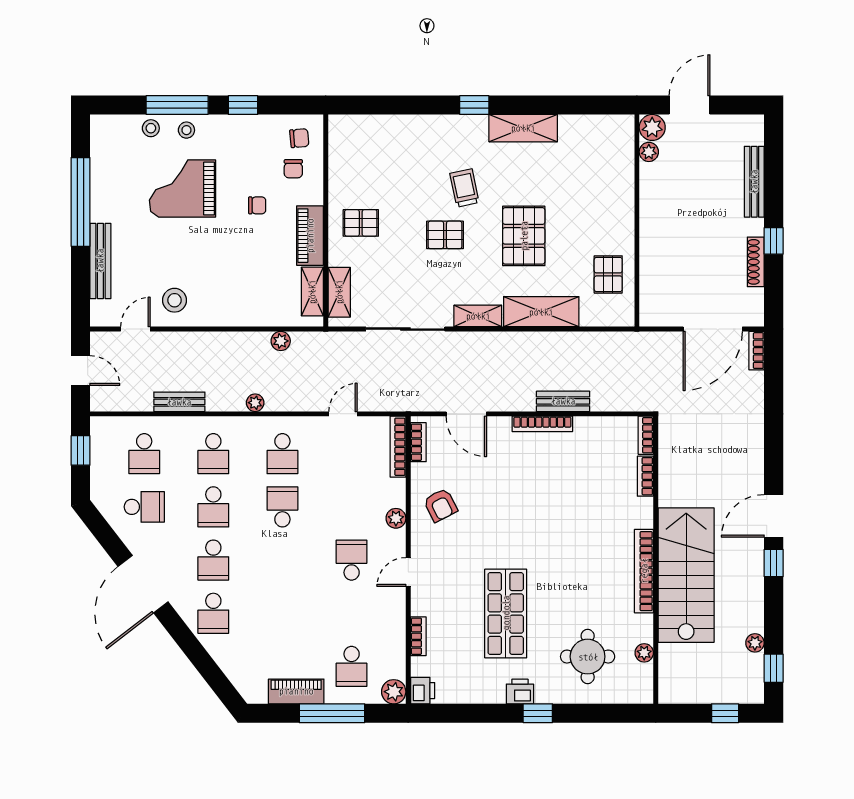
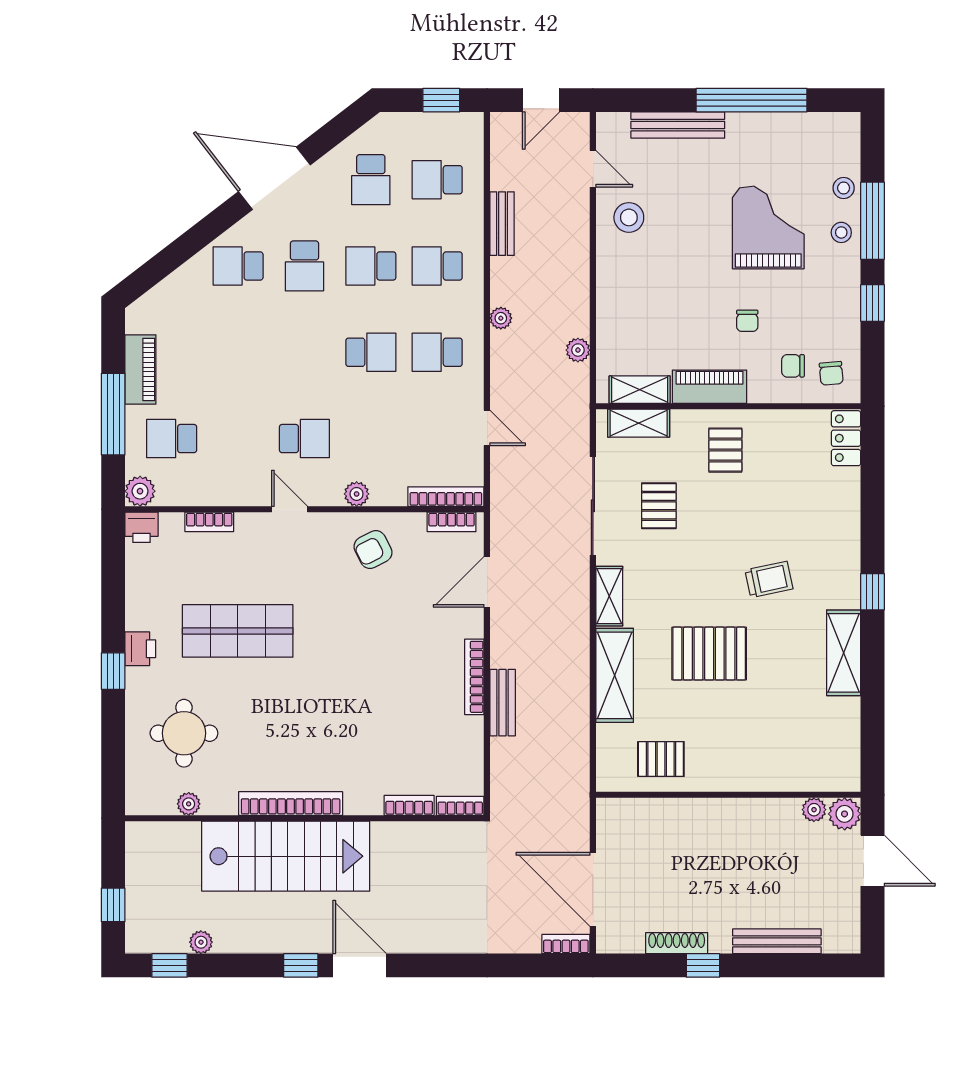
locker: (351, 126) -> (846, 438), added
pallet: (445, 235) -> (659, 506), moved
school desk: (213, 560) -> (304, 266), turned -90

